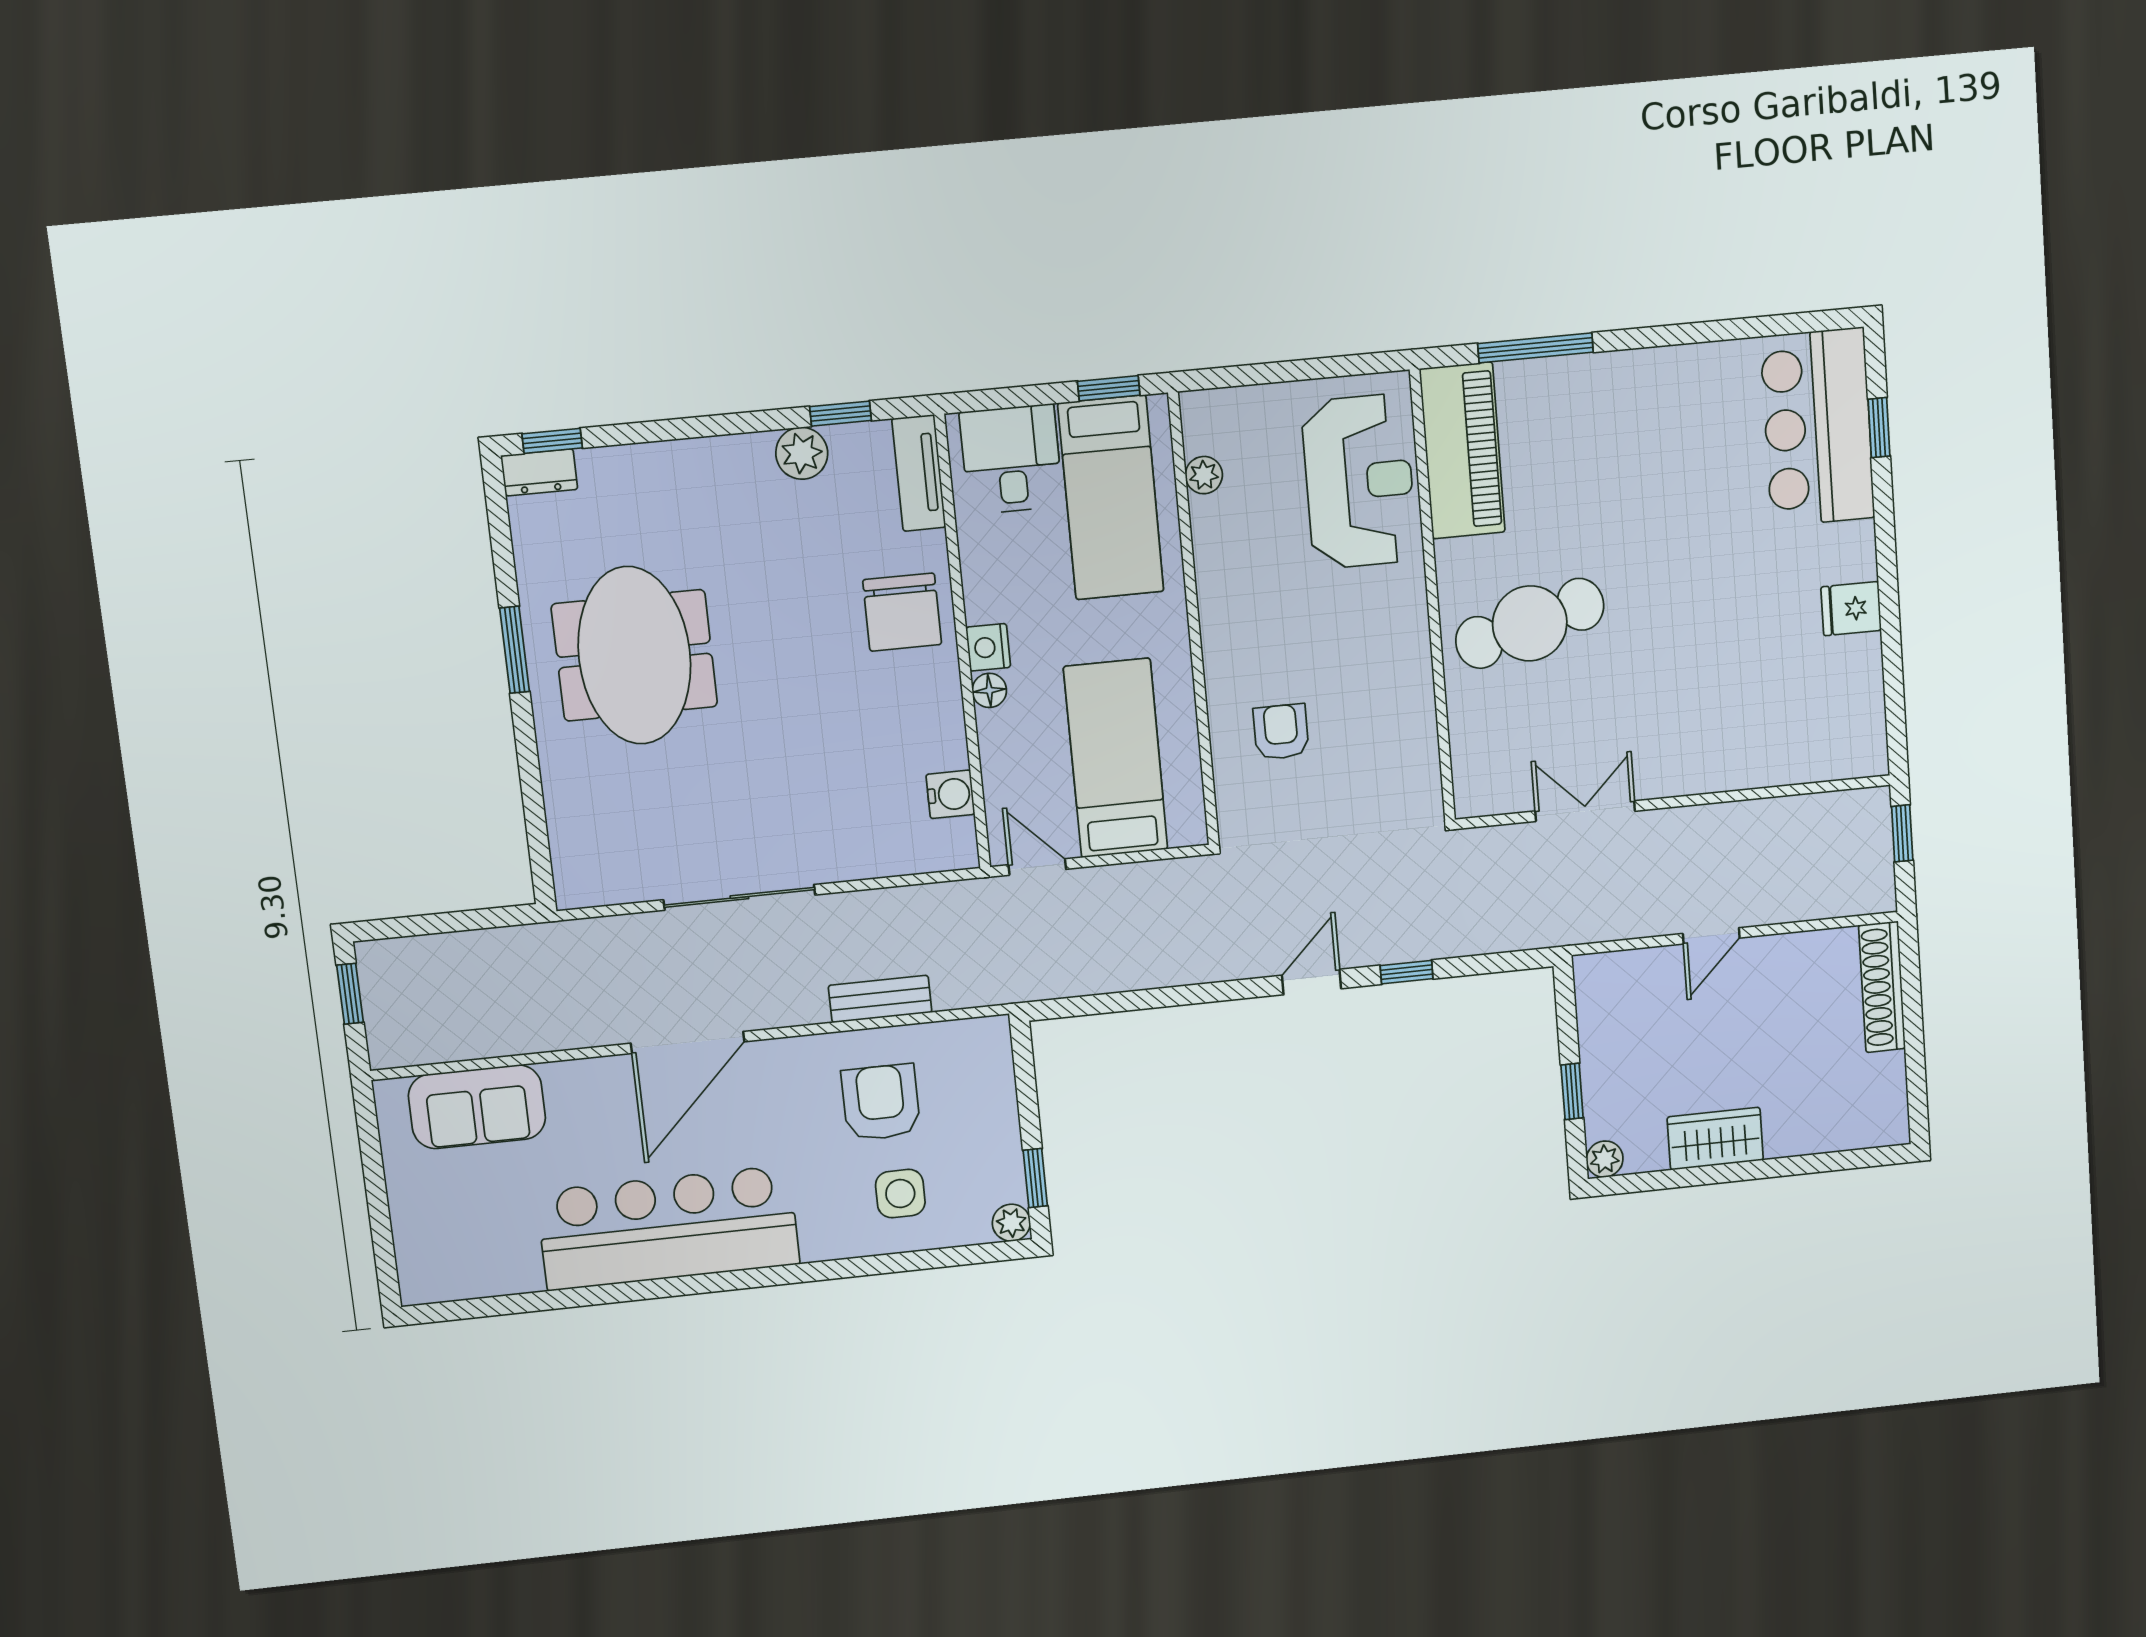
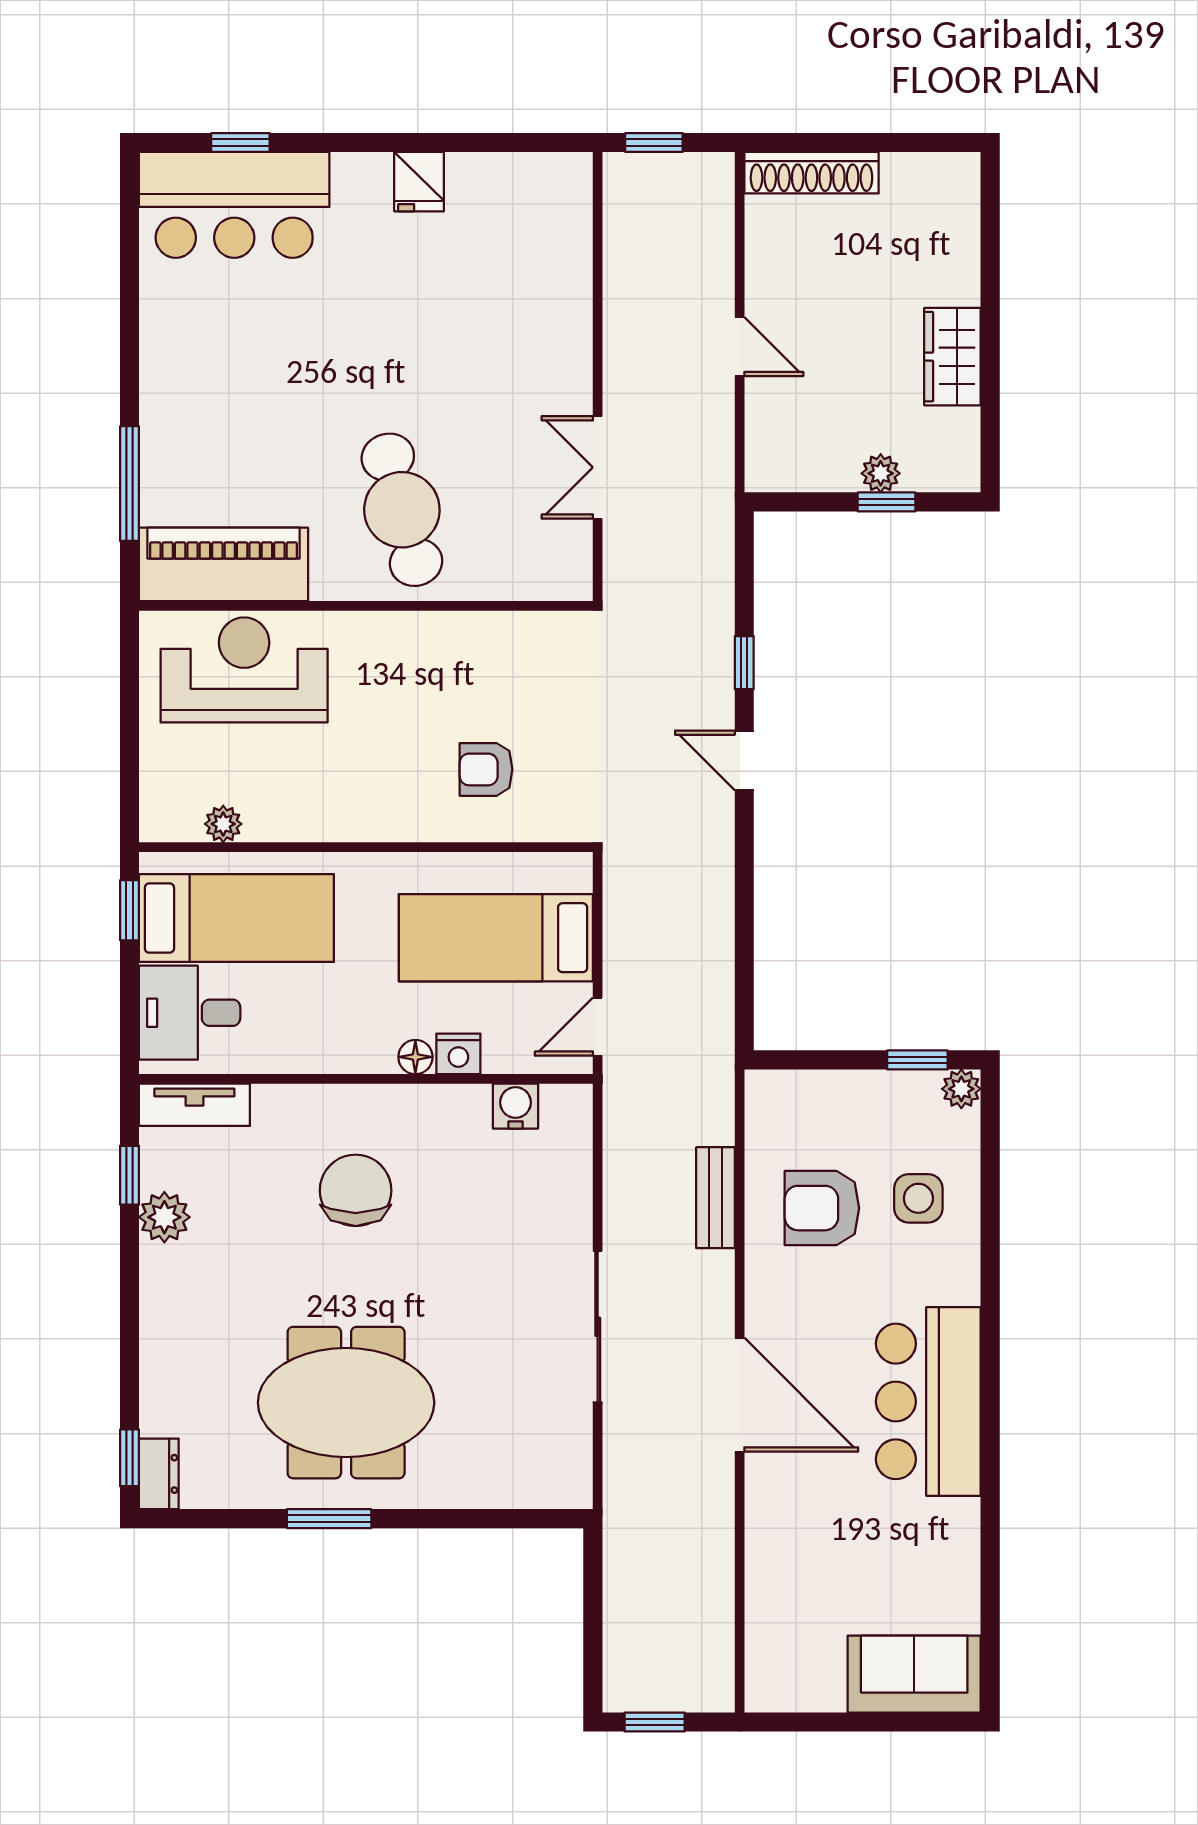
chair: (902, 612) -> (356, 1190), moved, turned -90
nightstand: (988, 647) -> (458, 1054), moved
sofa: (477, 1107) -> (914, 1674), moved, turned -90
plant: (1605, 1159) -> (881, 473), moved
bar counter: (668, 1228) -> (928, 1401), width x0.73

